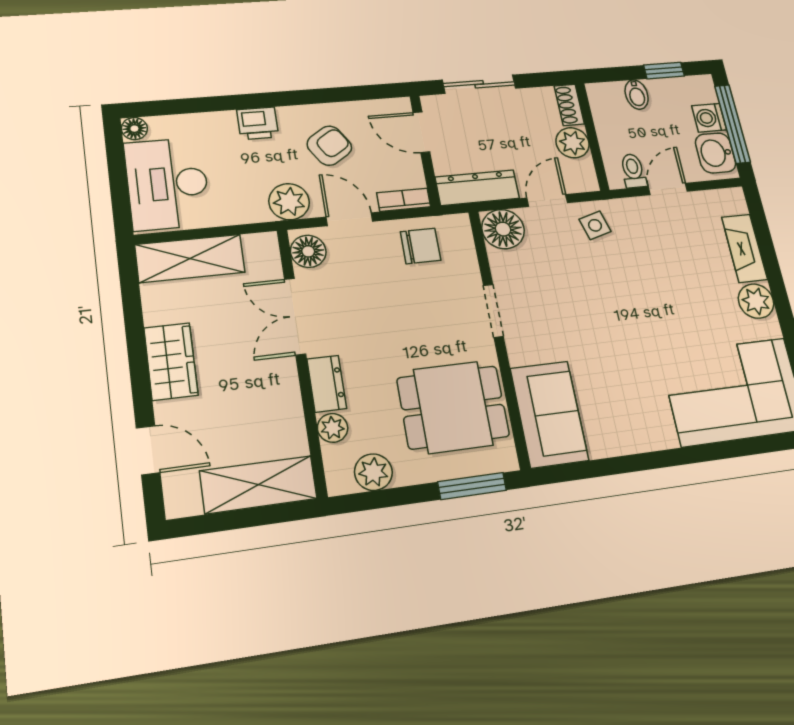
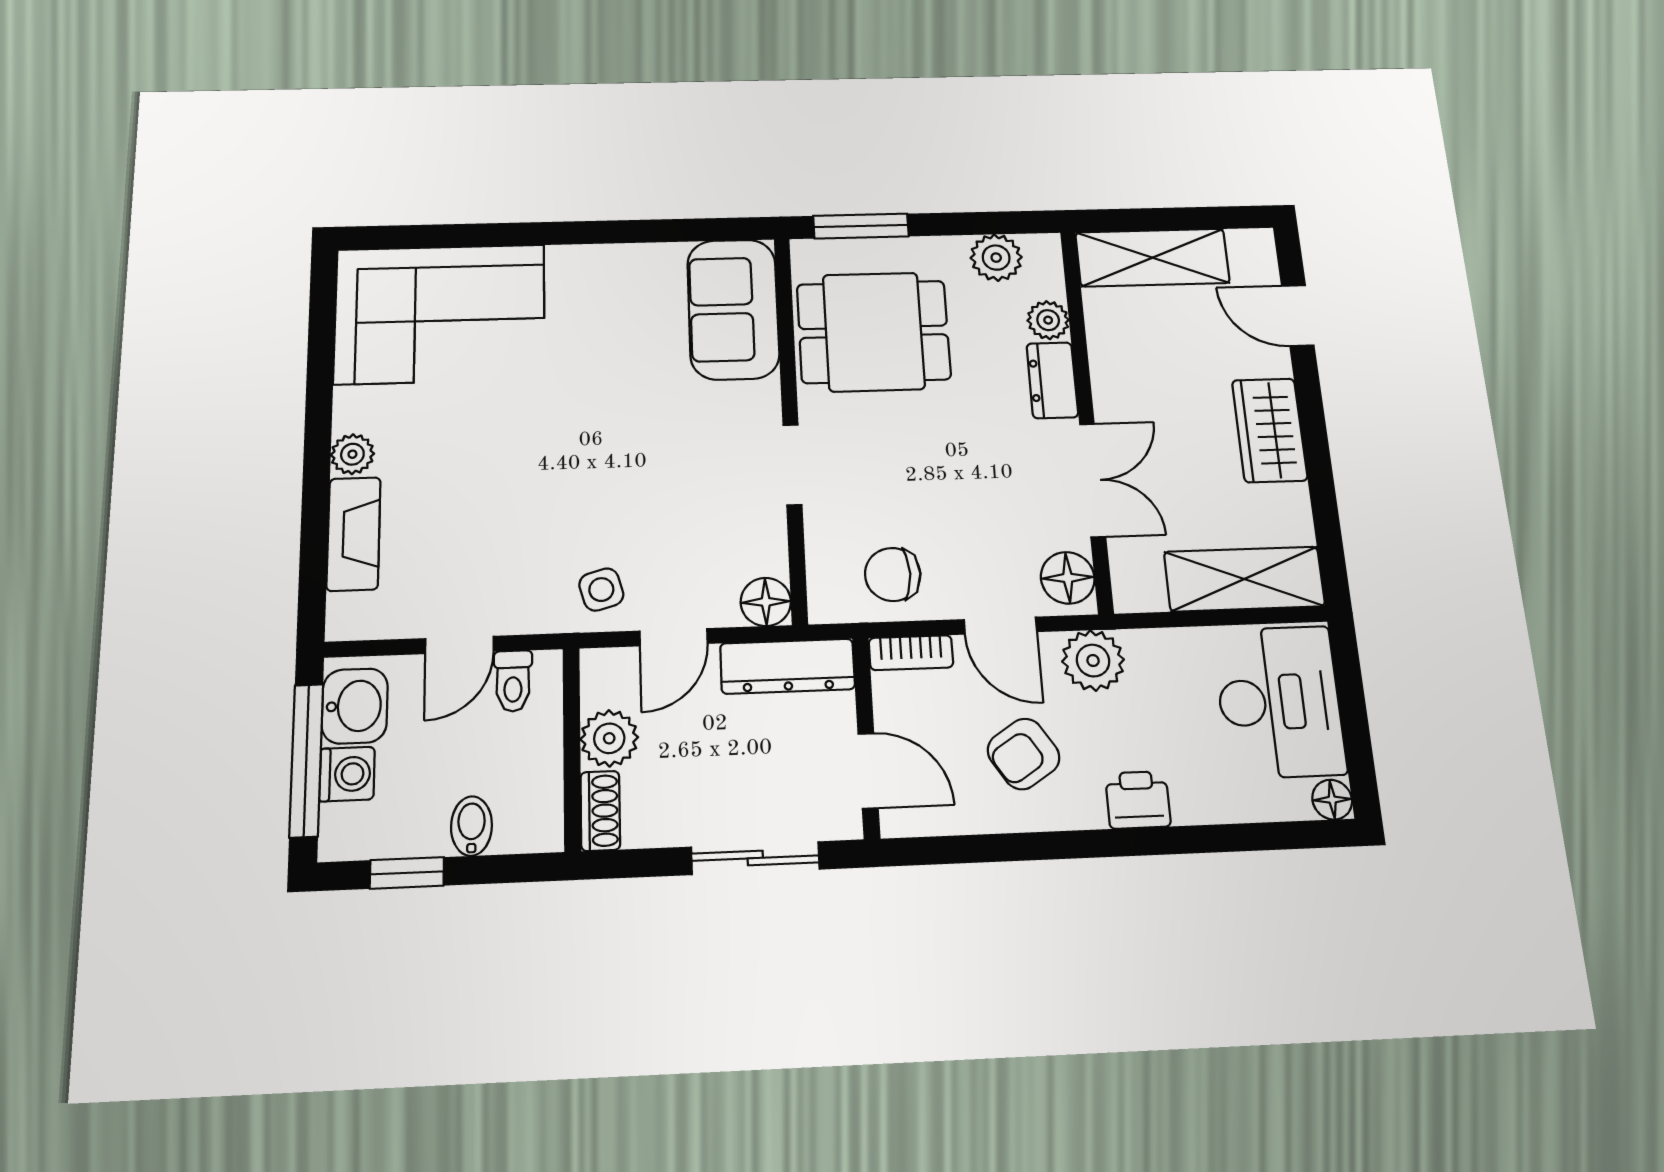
floor lamp: (503, 229) -> (766, 602), width x0.73, depth x0.73
plant: (756, 301) -> (352, 454), width x0.73, depth x0.73

